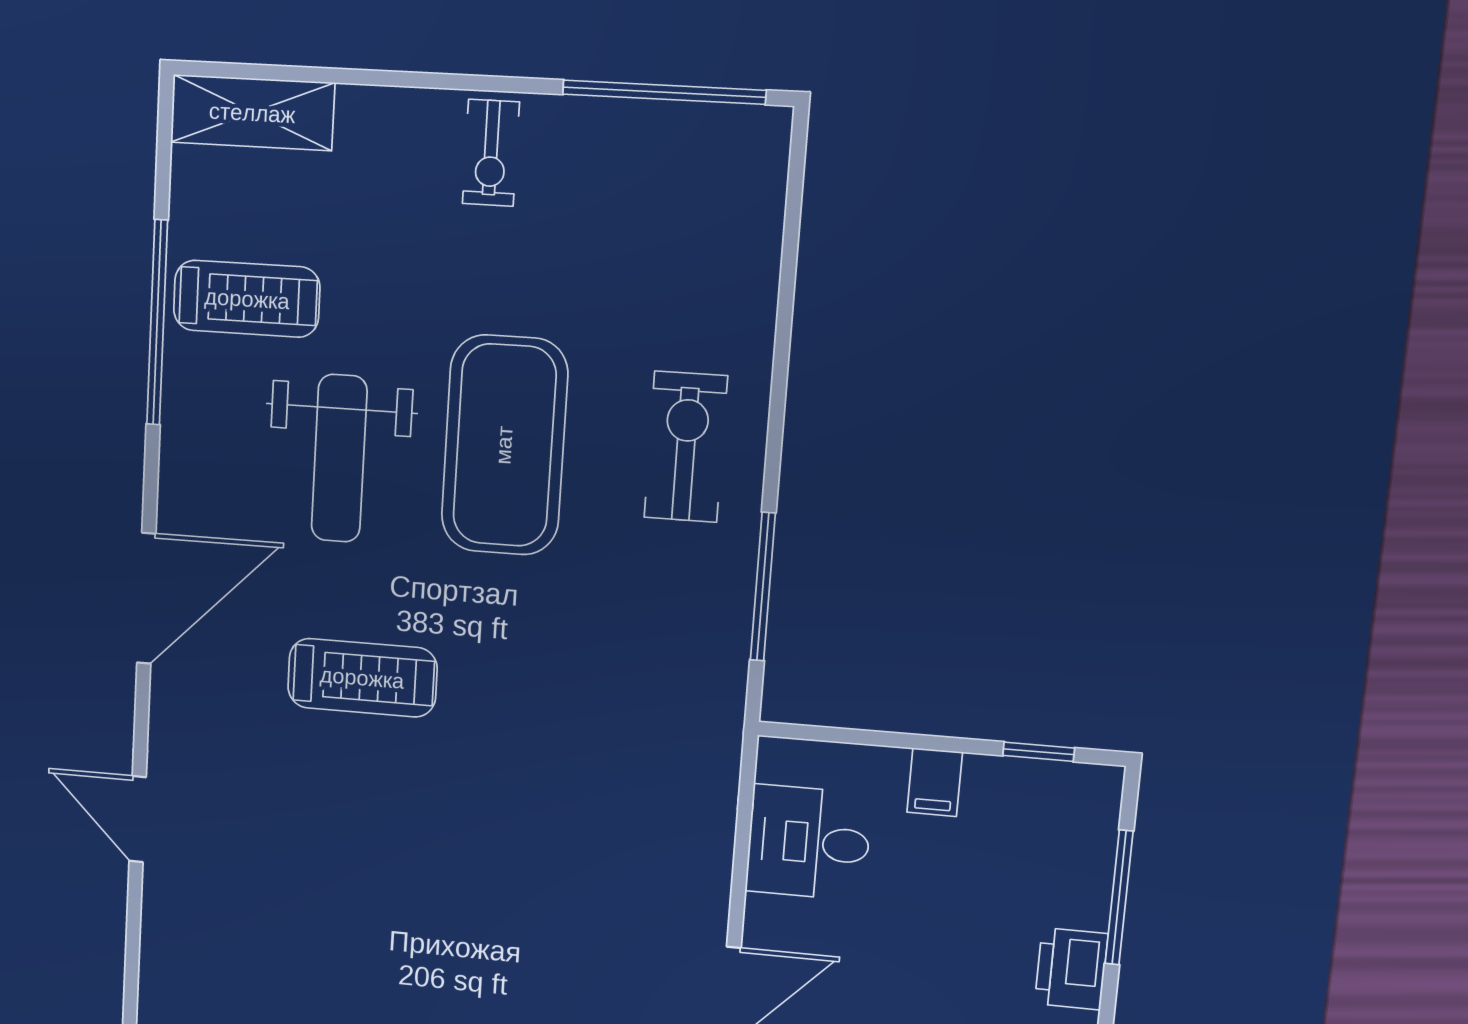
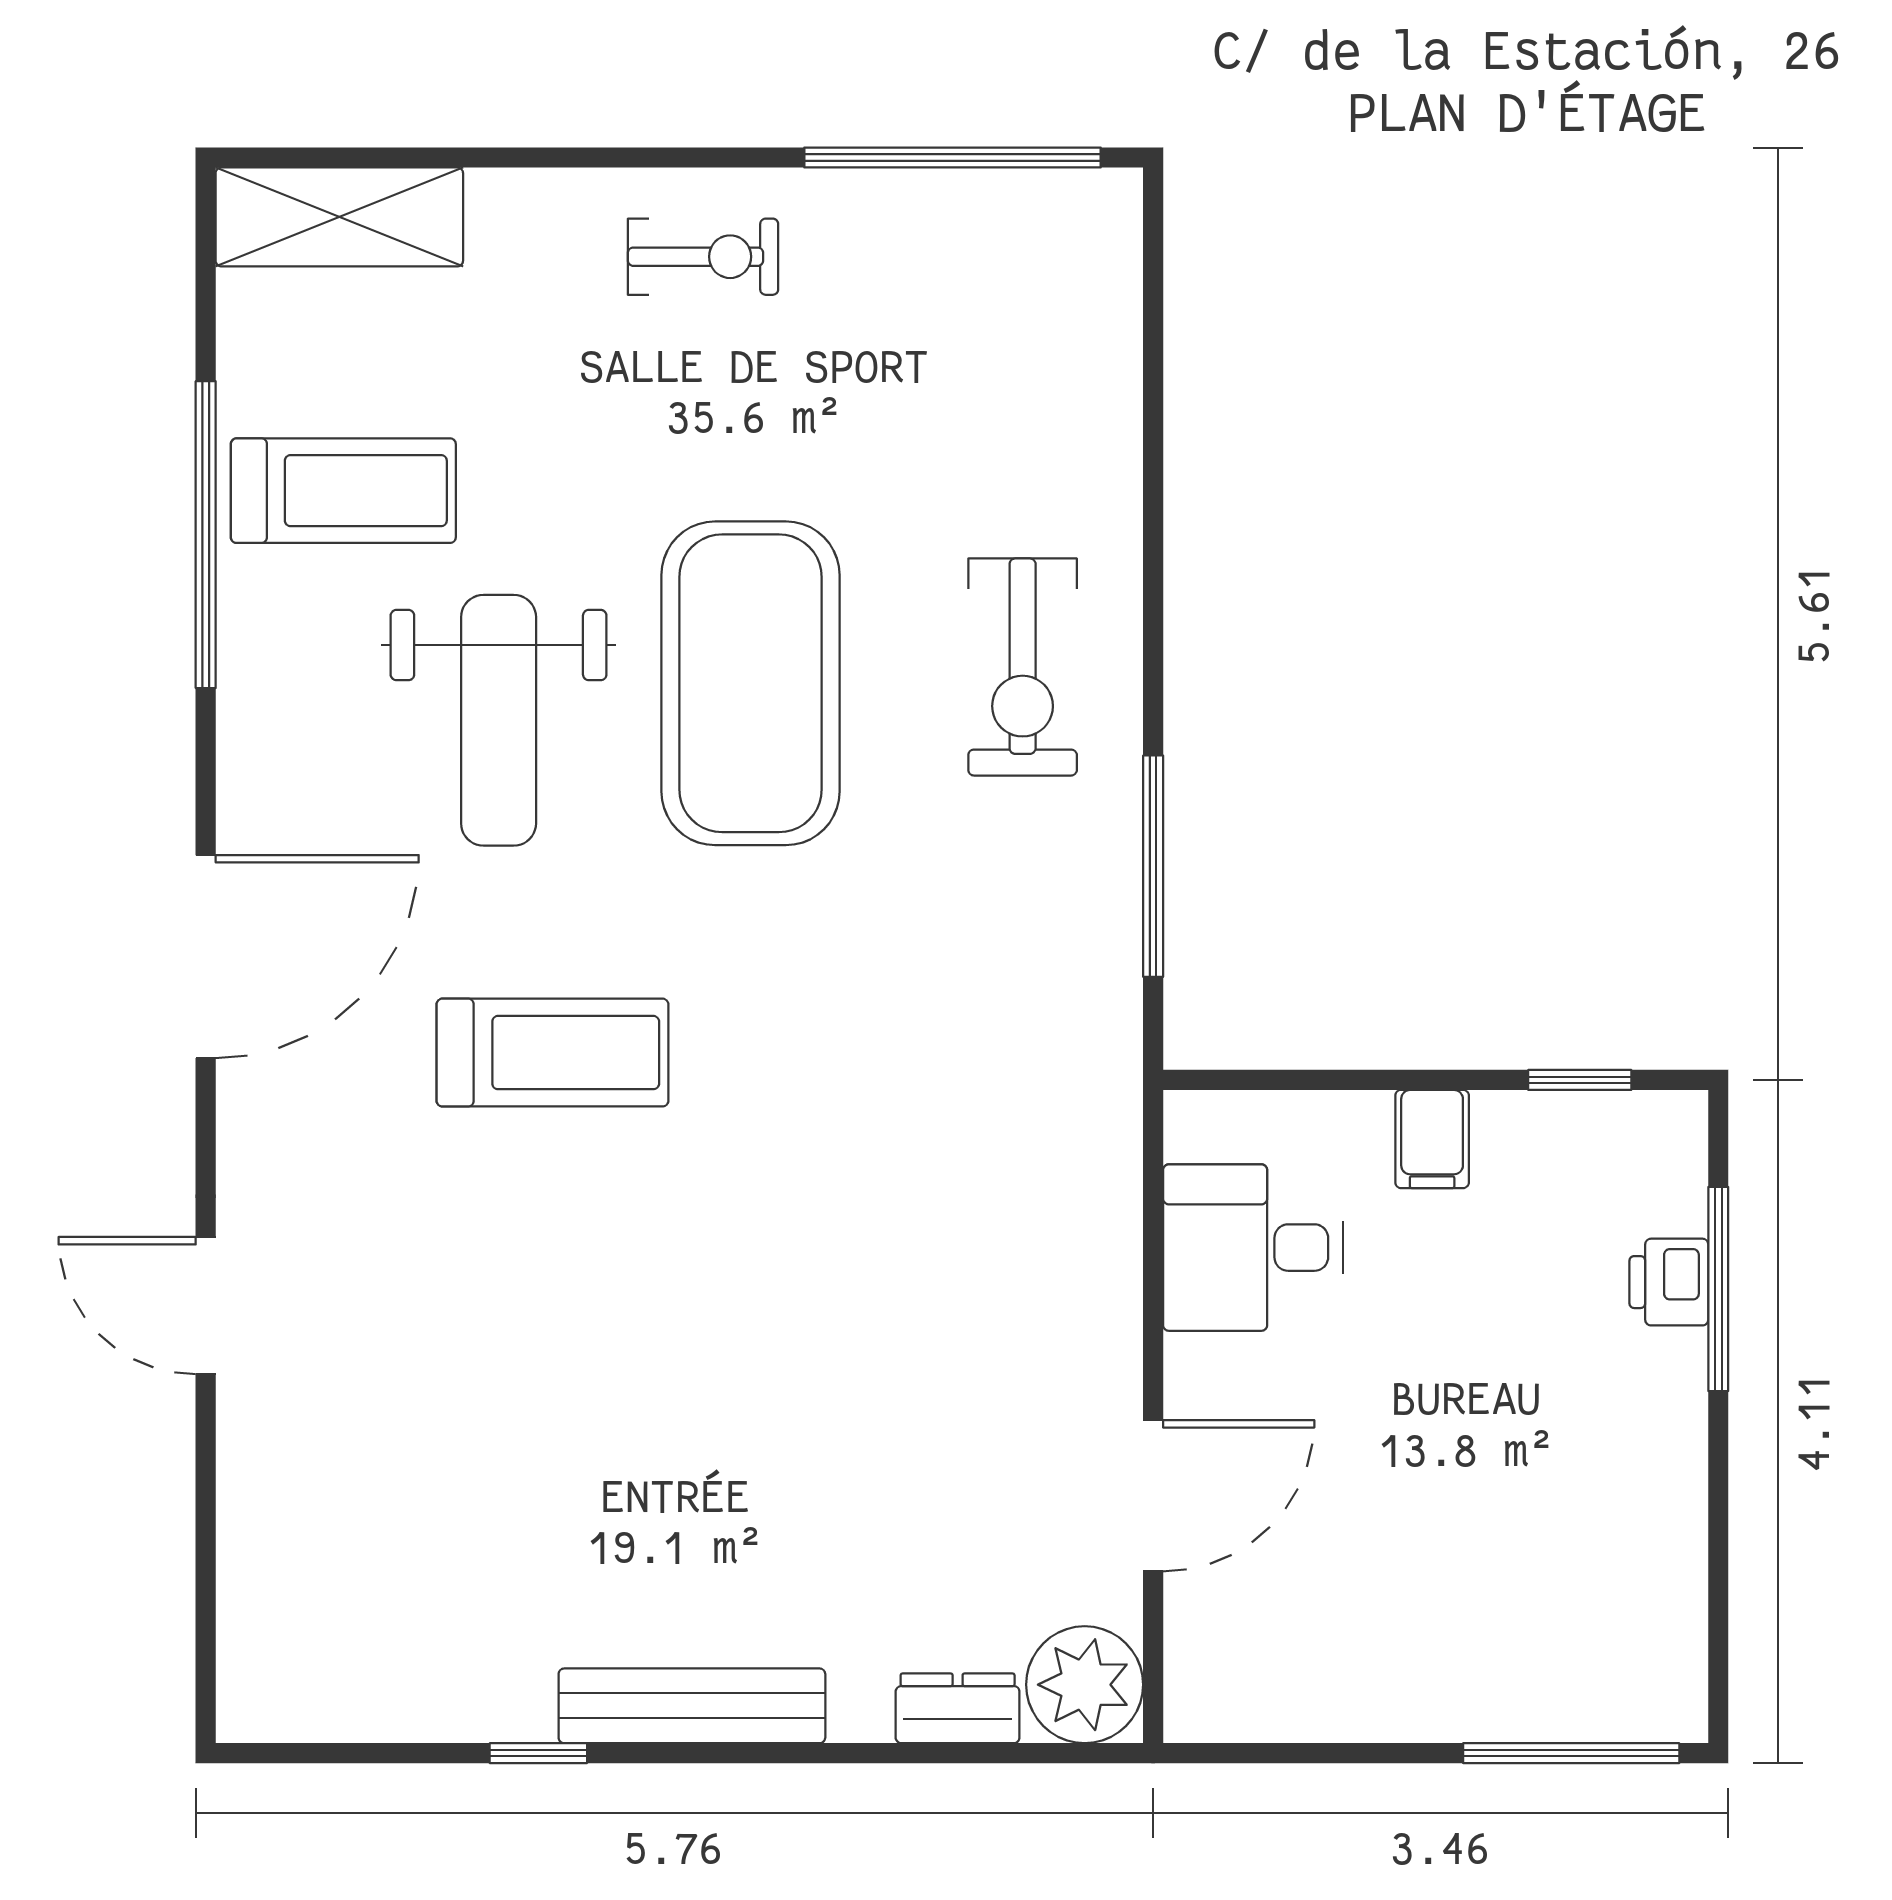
exercise bike: (491, 153) -> (703, 257), turned -90
exercise bike: (686, 447) -> (1023, 667), turned 180
printer: (1071, 969) -> (1669, 1282), moved, width x0.73, depth x0.81

